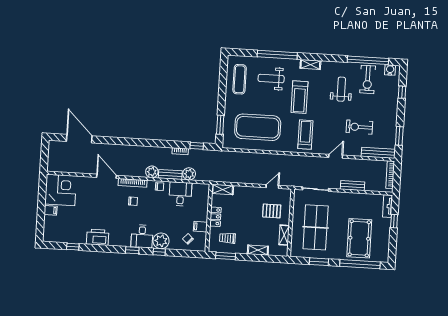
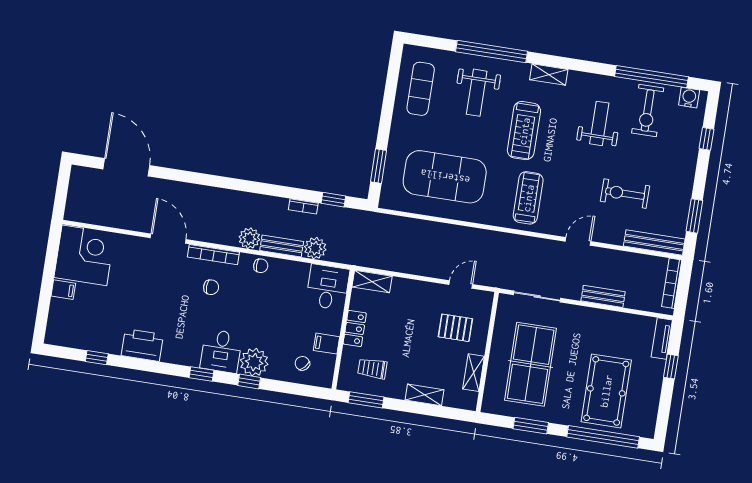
weight bench: (271, 79) -> (477, 93), turned -90
desk: (180, 194) -> (328, 287), moved

